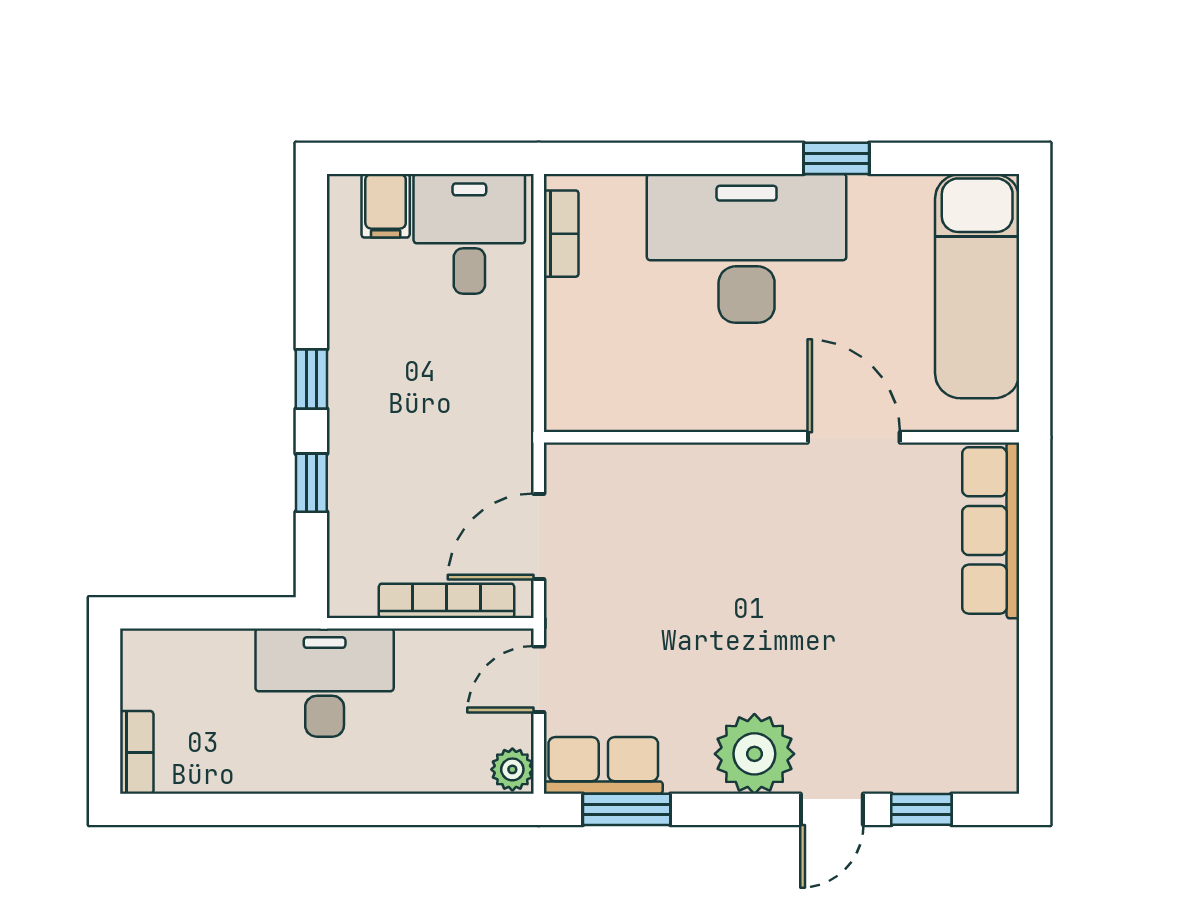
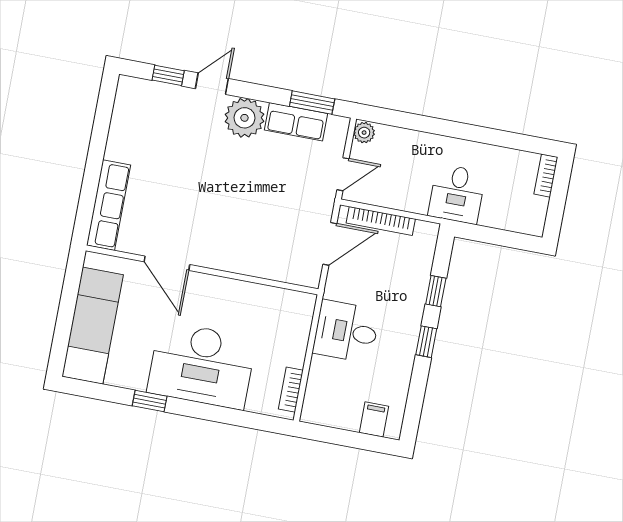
desk: (469, 234) -> (346, 331), moved, turned 90
desk: (325, 683) -> (457, 194), width x0.73
row of seats: (603, 765) -> (296, 122), moved

